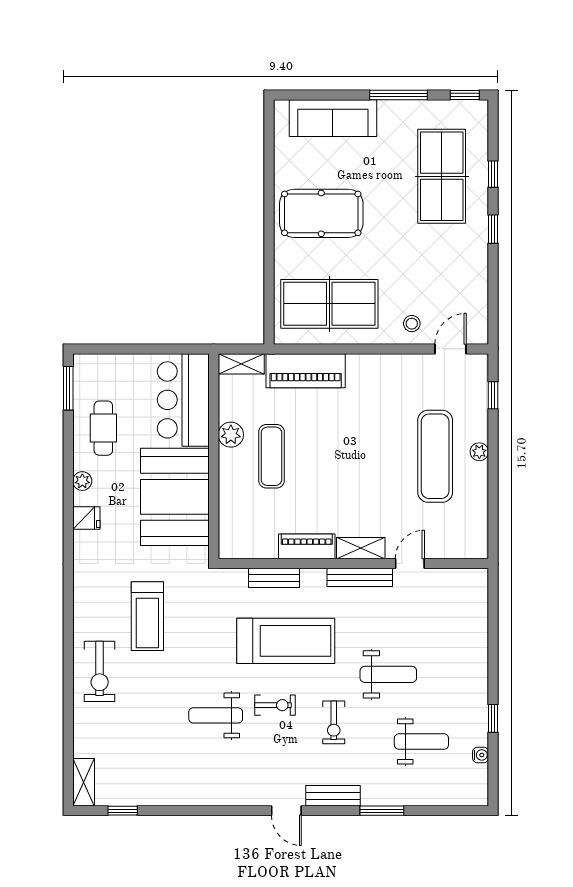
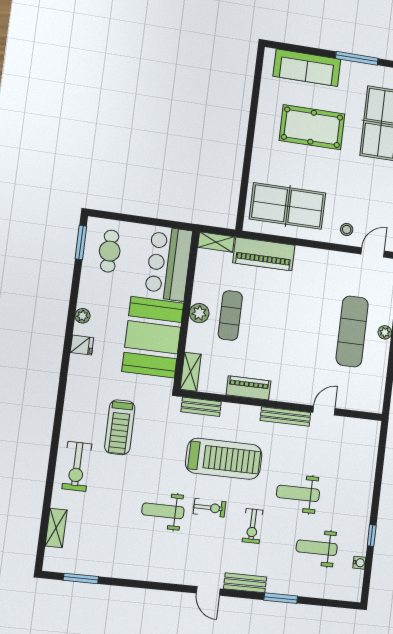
pool table: (321, 213) -> (312, 127), moved
cafe table: (103, 428) -> (110, 251), moved
plant: (231, 435) -> (199, 313), moved
shelving: (361, 548) -> (191, 372), moved, turned 90
bench: (274, 578) -> (201, 407), moved
weight bench: (388, 674) -> (298, 493), turned 180
weight bench: (421, 742) -> (317, 548), turned 180
shelving: (84, 782) -> (56, 528), moved
window: (123, 811) -> (81, 578), width x1.50

